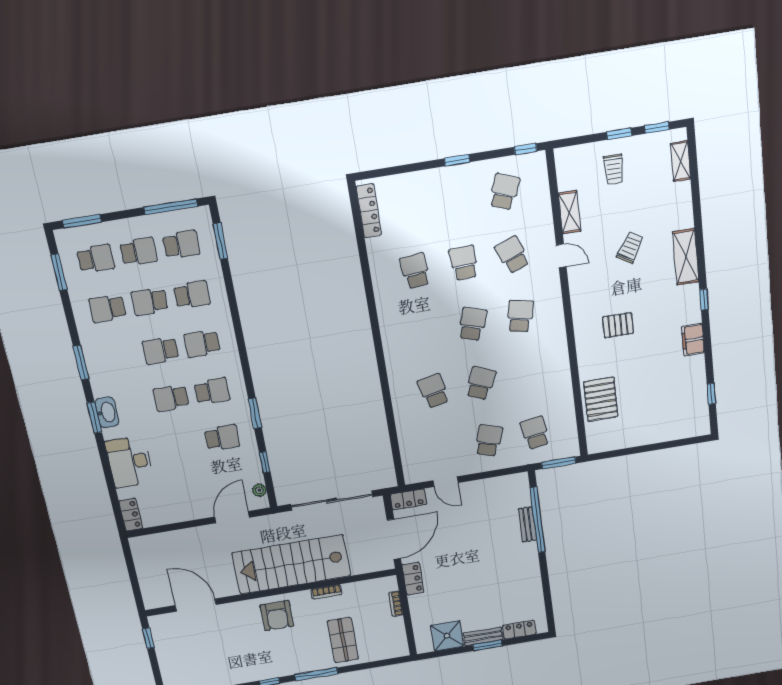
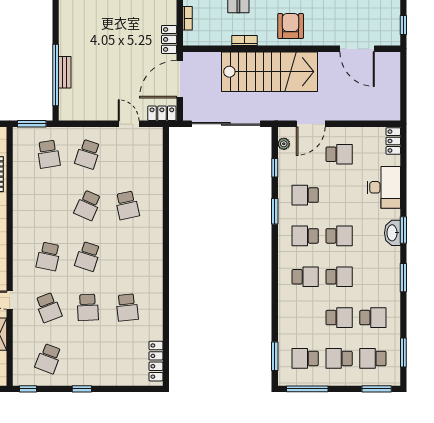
school desk: (192, 295) -> (339, 154), moved, turned 180

